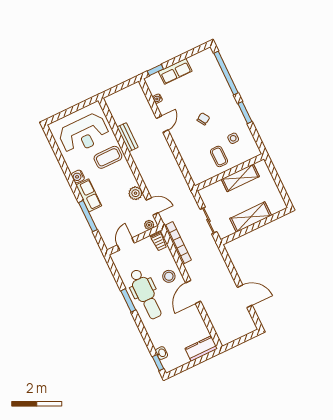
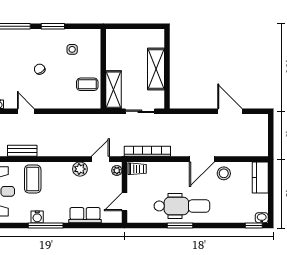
coffee table: (219, 156) -> (87, 84), moved
shelving: (240, 178) -> (114, 90), moved
row of seats: (89, 195) -> (85, 215), moved
window: (88, 216) -> (46, 226), moved
door: (126, 244) -> (125, 202), hinge flipped
stool: (169, 276) -> (224, 173), moved
door: (193, 292) -> (202, 159), hinge flipped
door: (245, 296) -> (230, 111), hinge flipped
washbasin: (162, 353) -> (262, 218), moved

